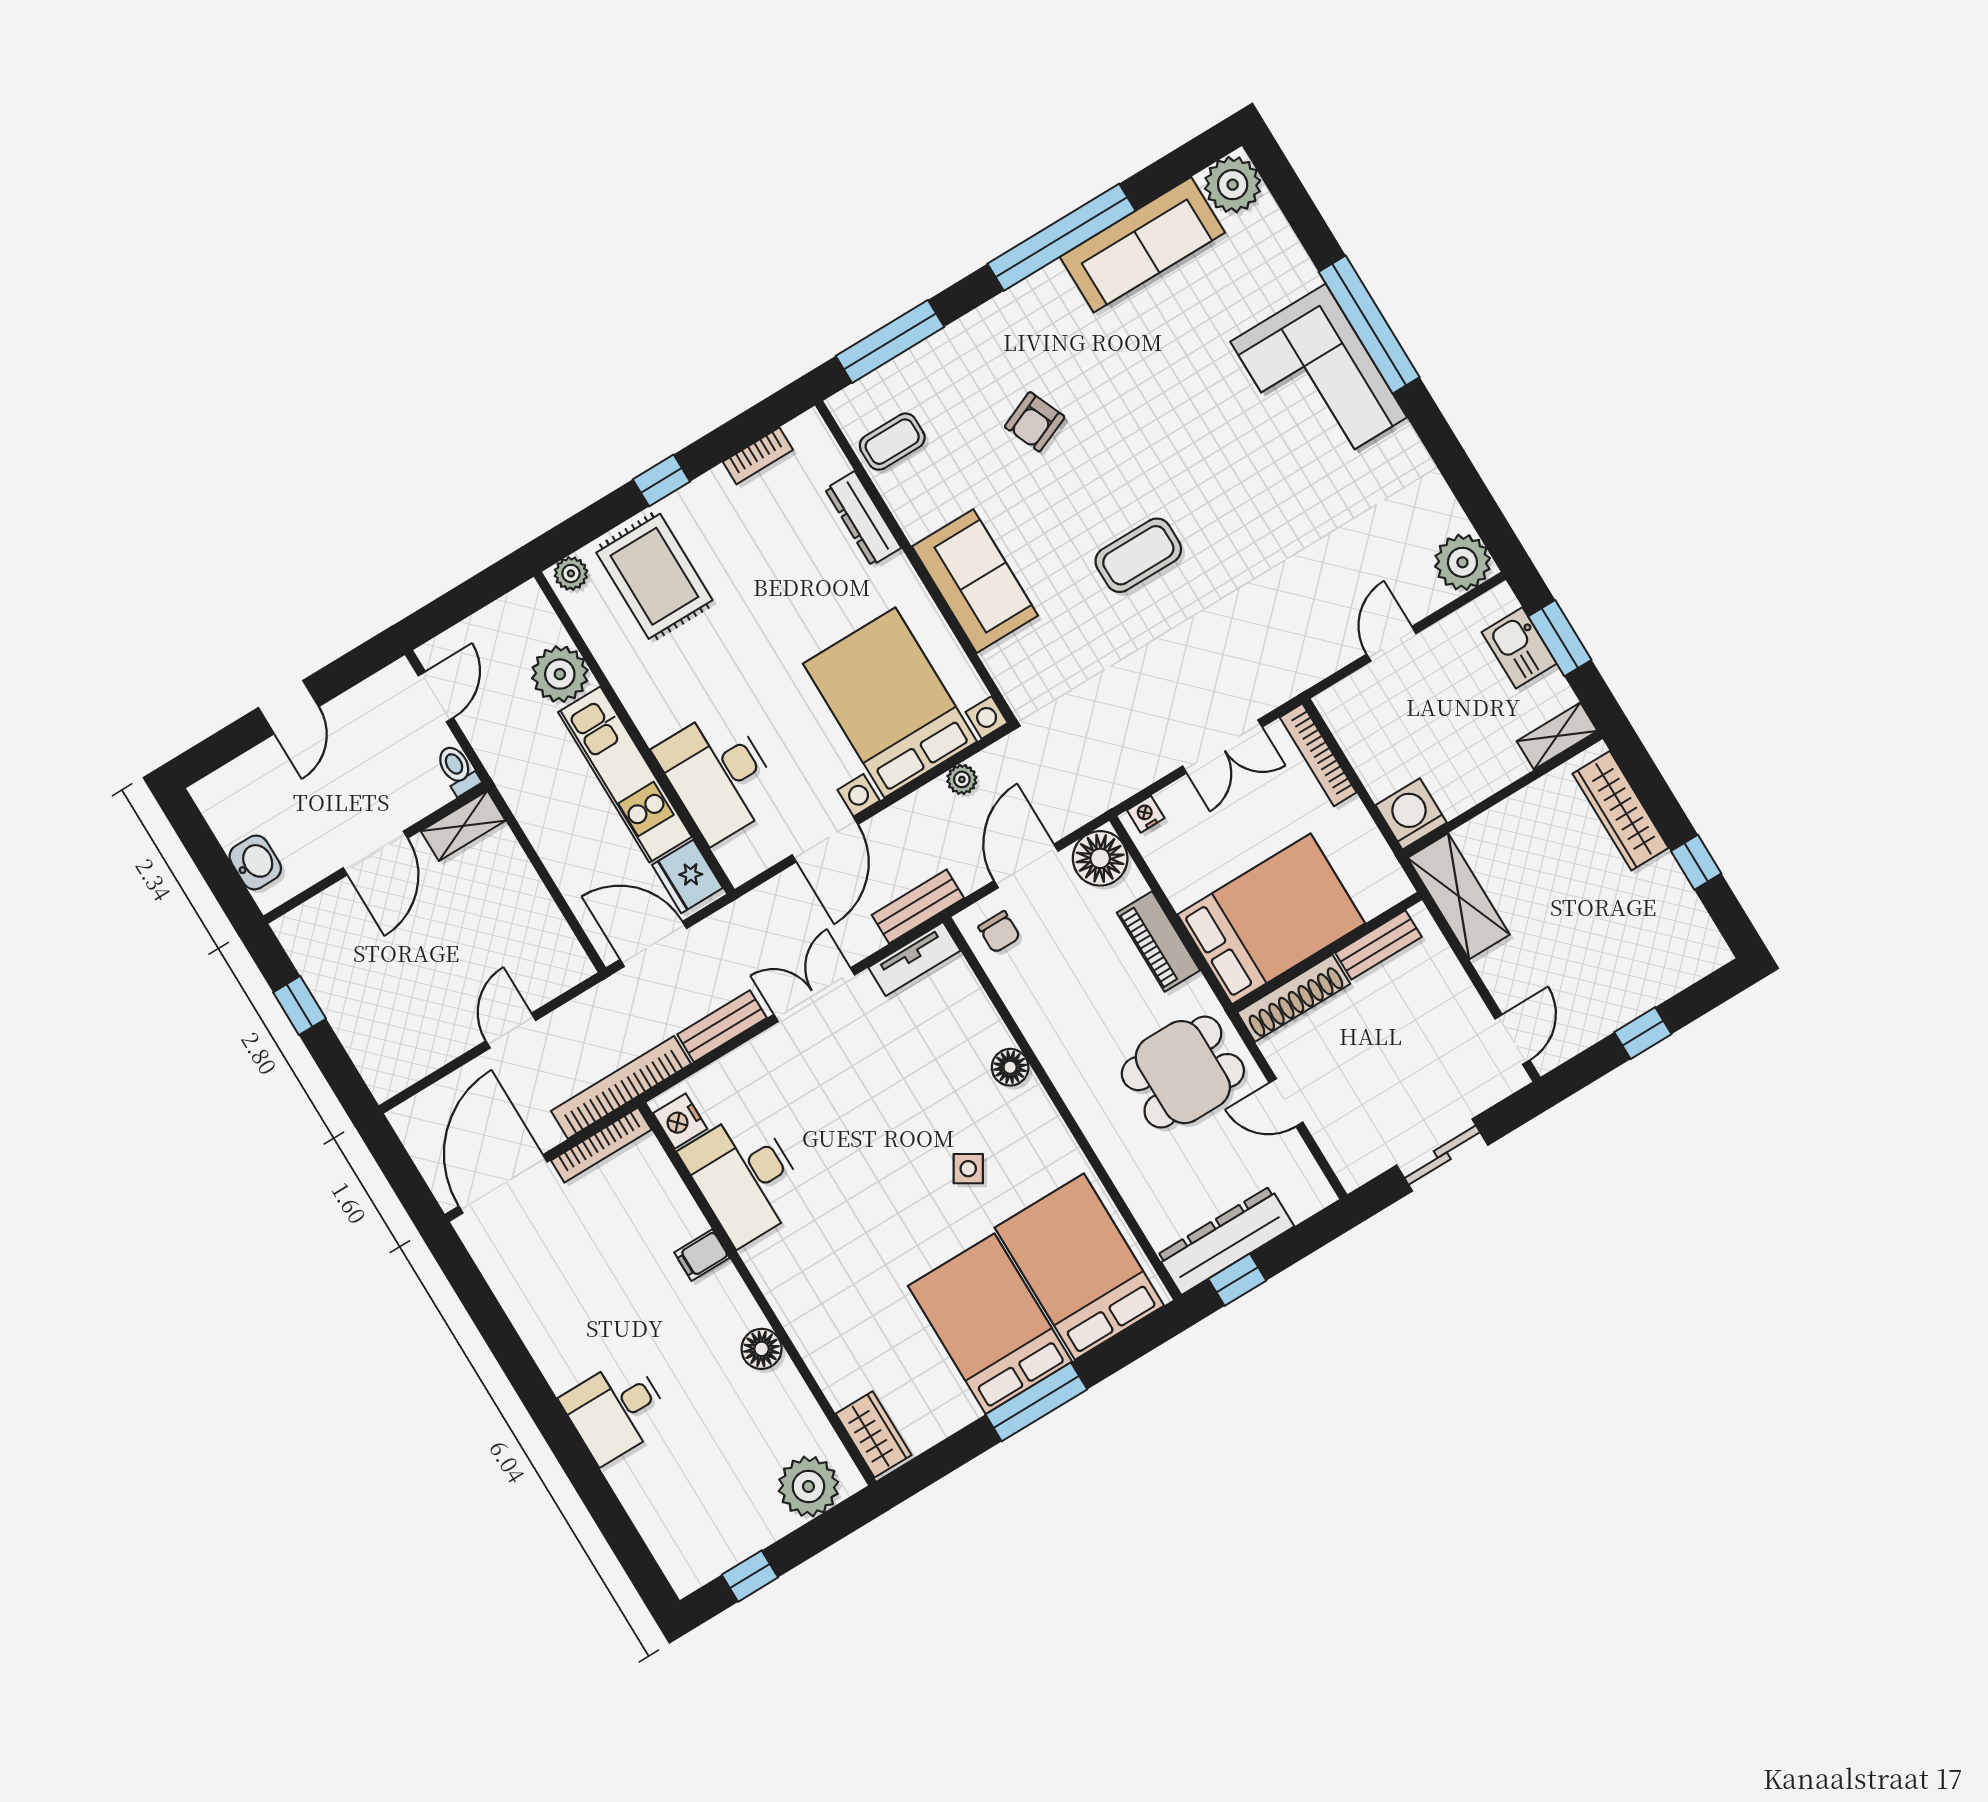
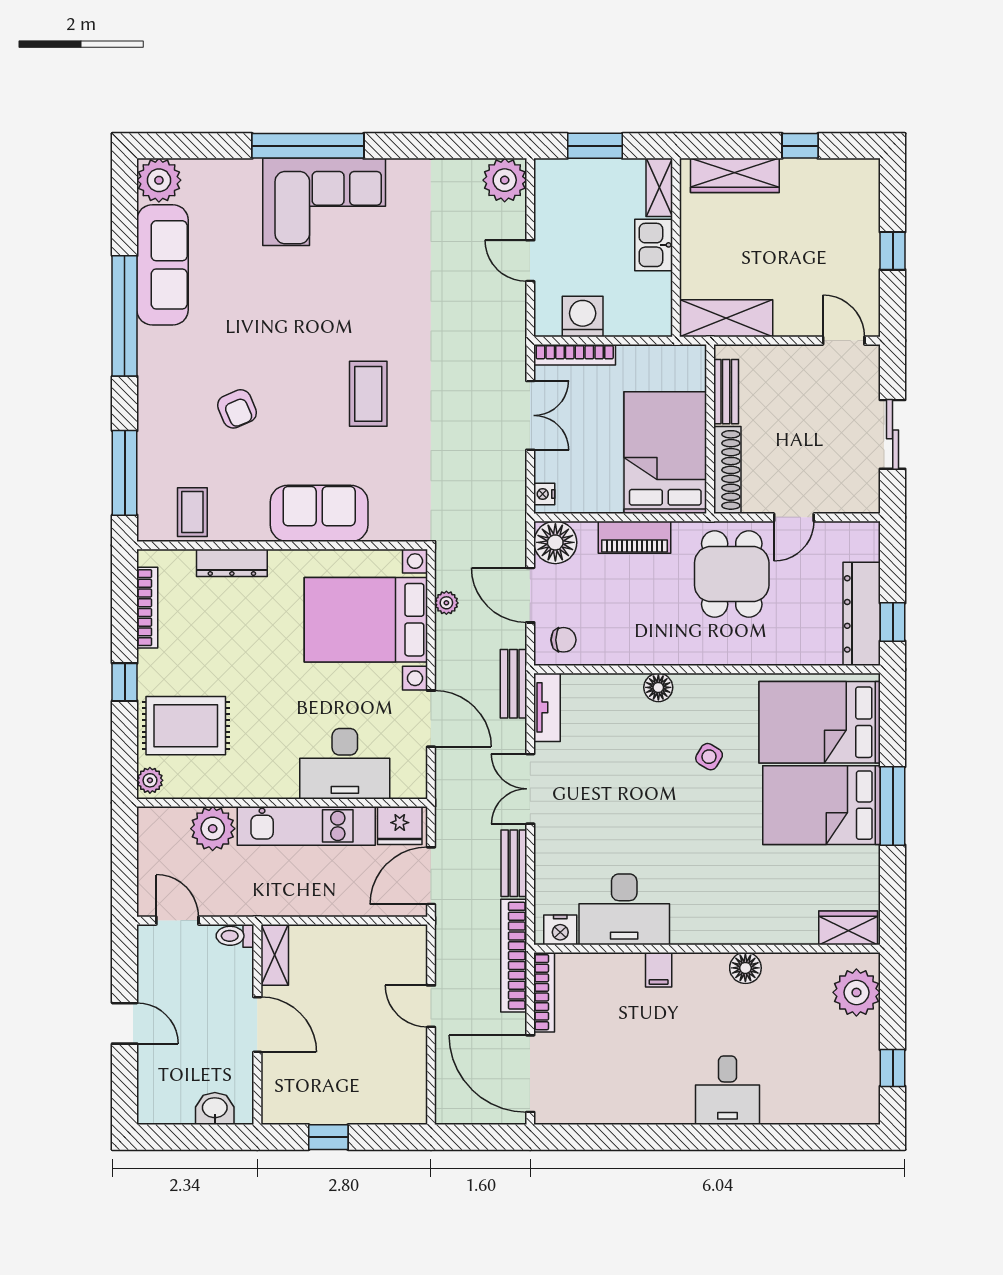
bookcase: (758, 456) -> (147, 608), width x1.56
kitchen sink: (1519, 648) -> (654, 245), moved, turned 90
washing machine: (1411, 814) -> (583, 317), moved, turned 90

